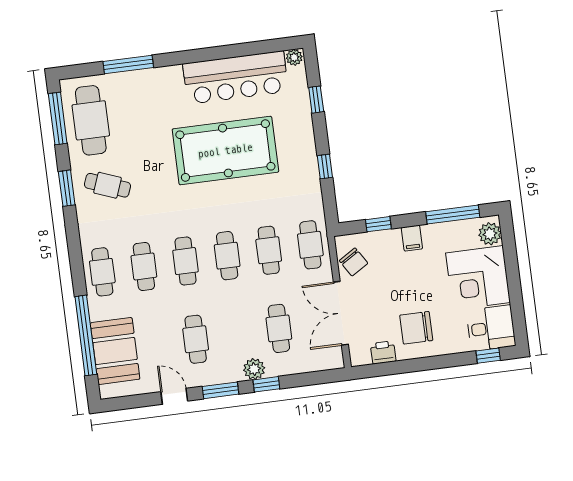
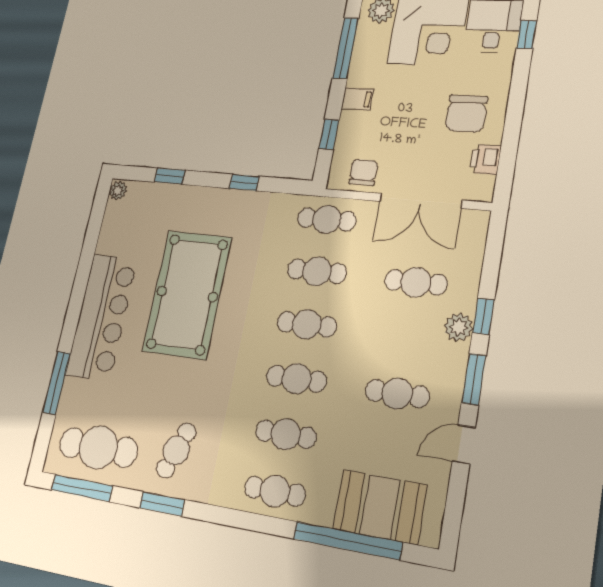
bar counter: (236, 78) -> (102, 317), moved
chair: (354, 262) -> (363, 172), turned -58

